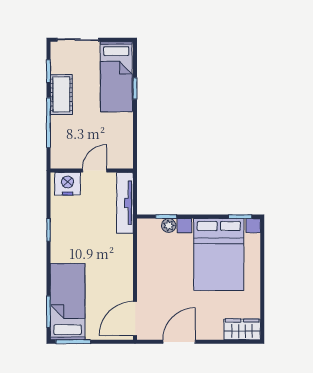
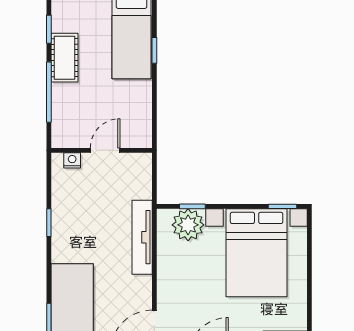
nightstand: (68, 184) -> (72, 160), width x0.53, depth x0.56
tv unit: (125, 203) -> (142, 237), moved
plant: (169, 225) -> (188, 225), width x1.87, depth x1.87

